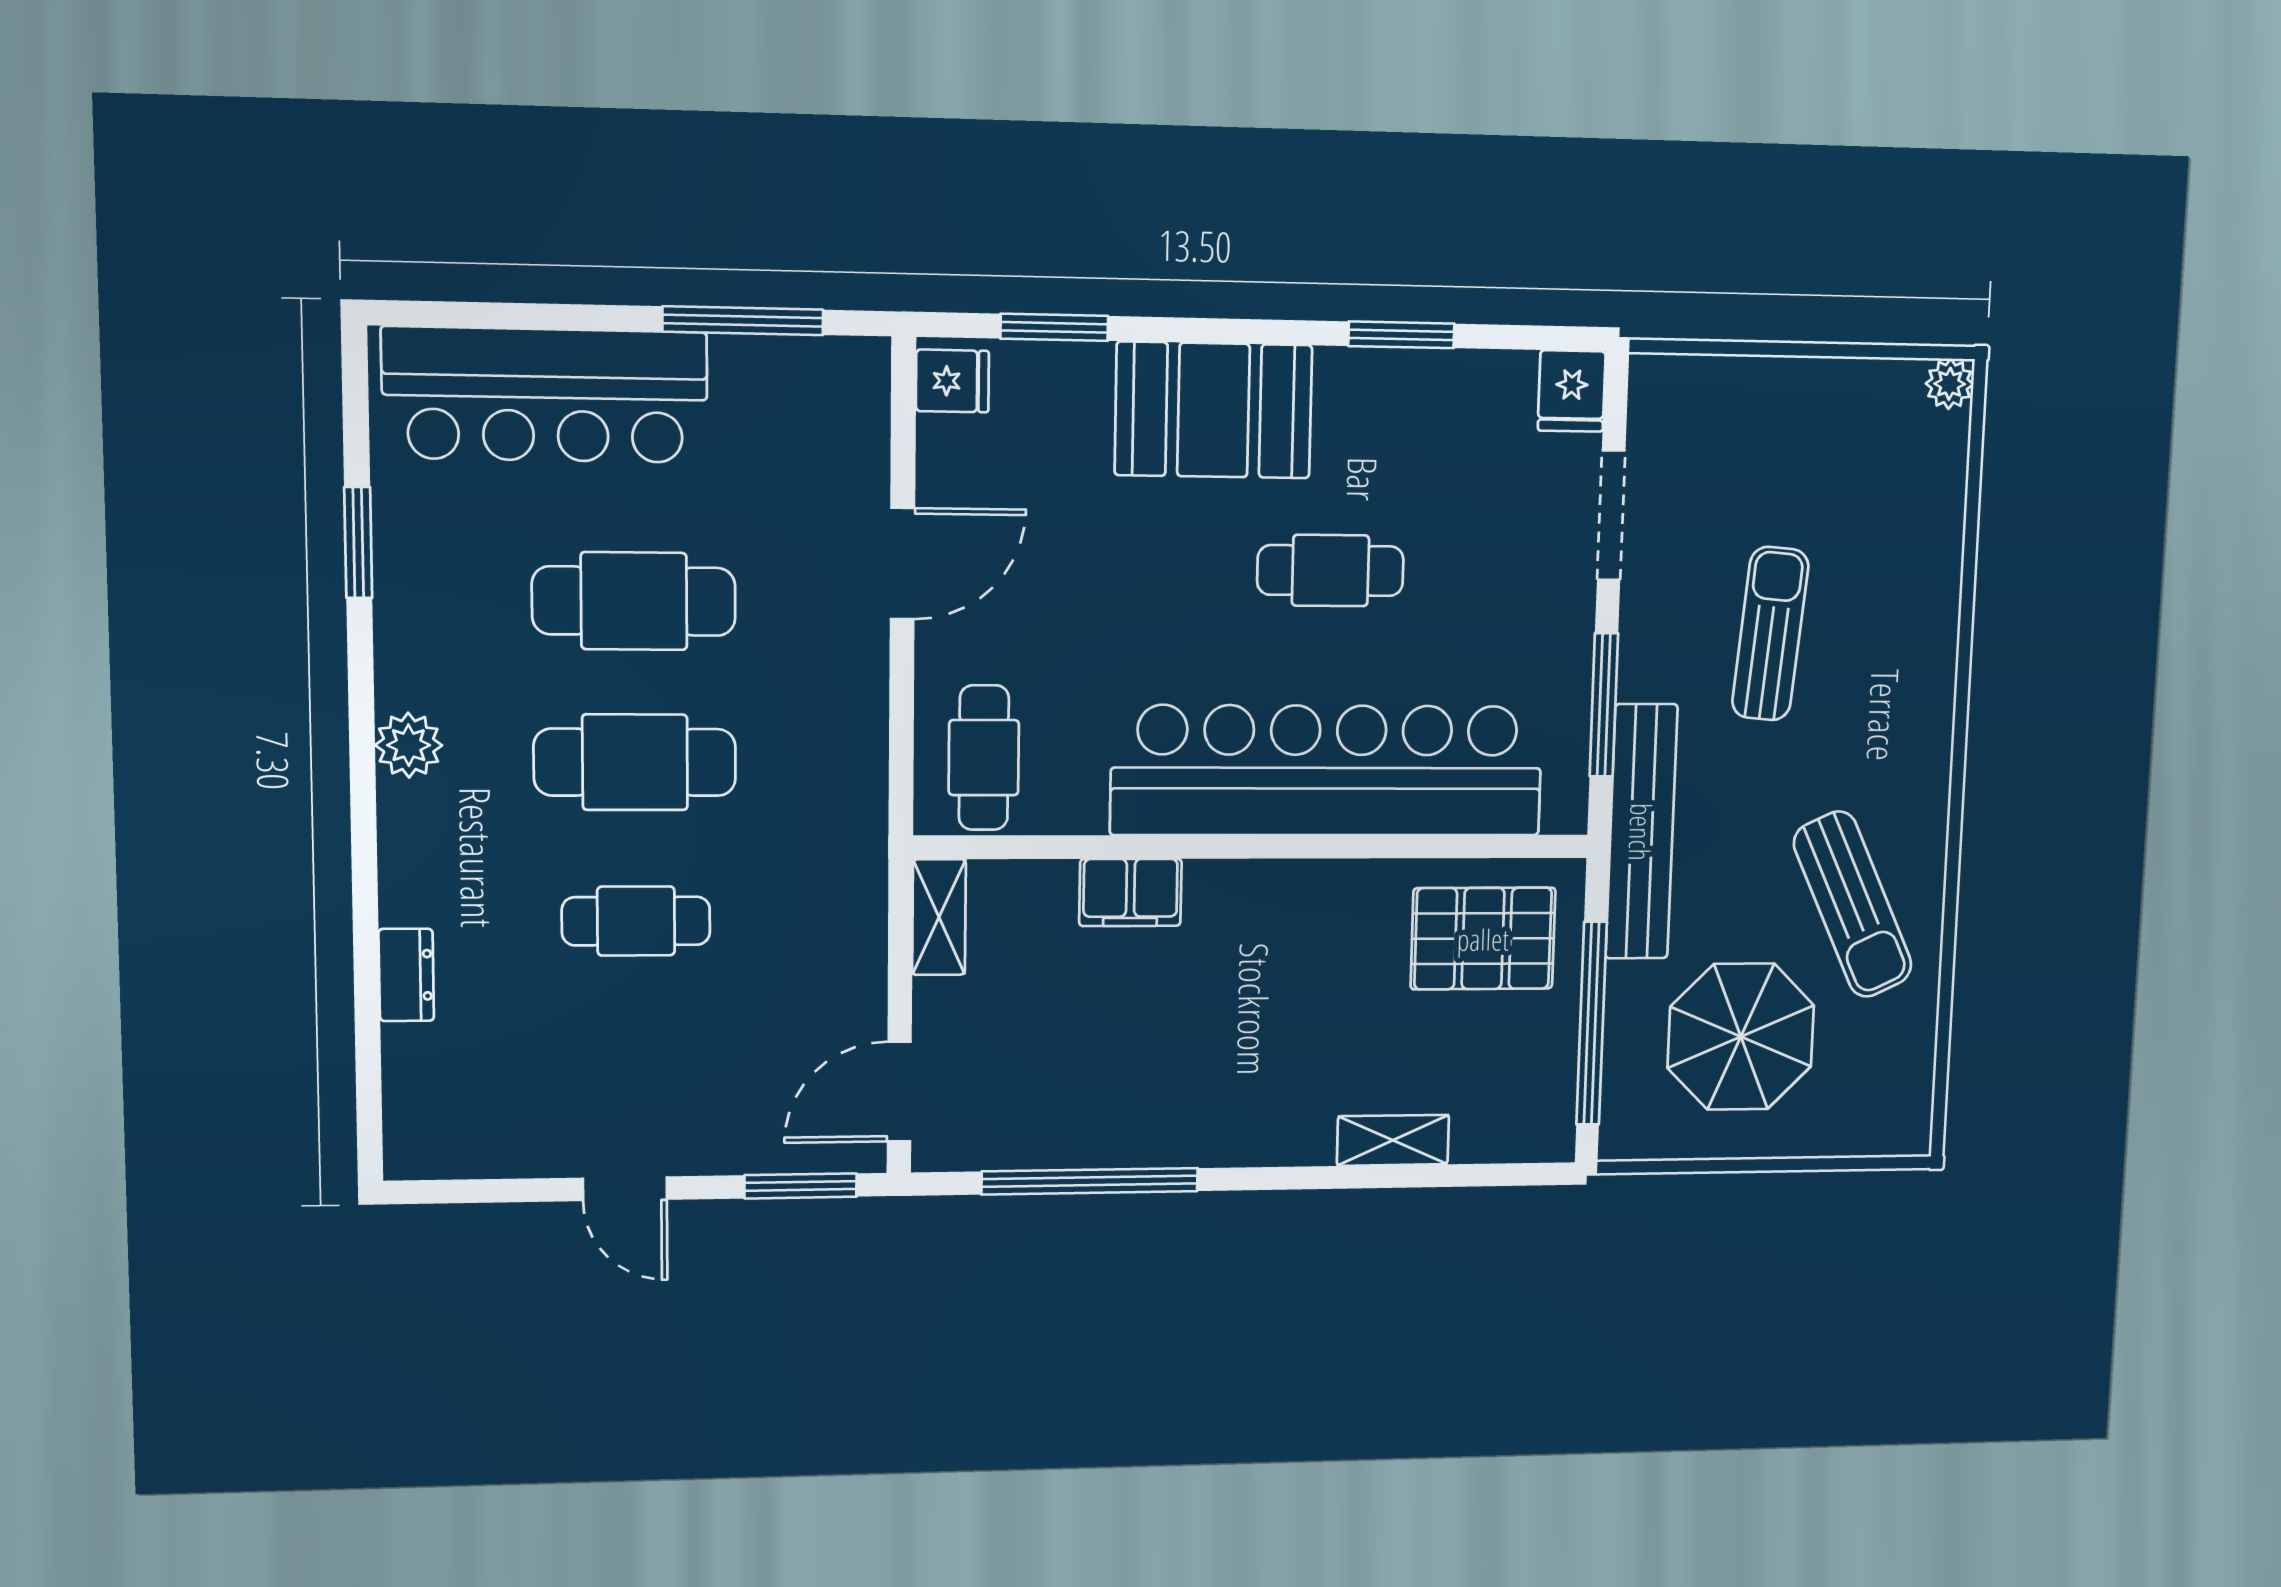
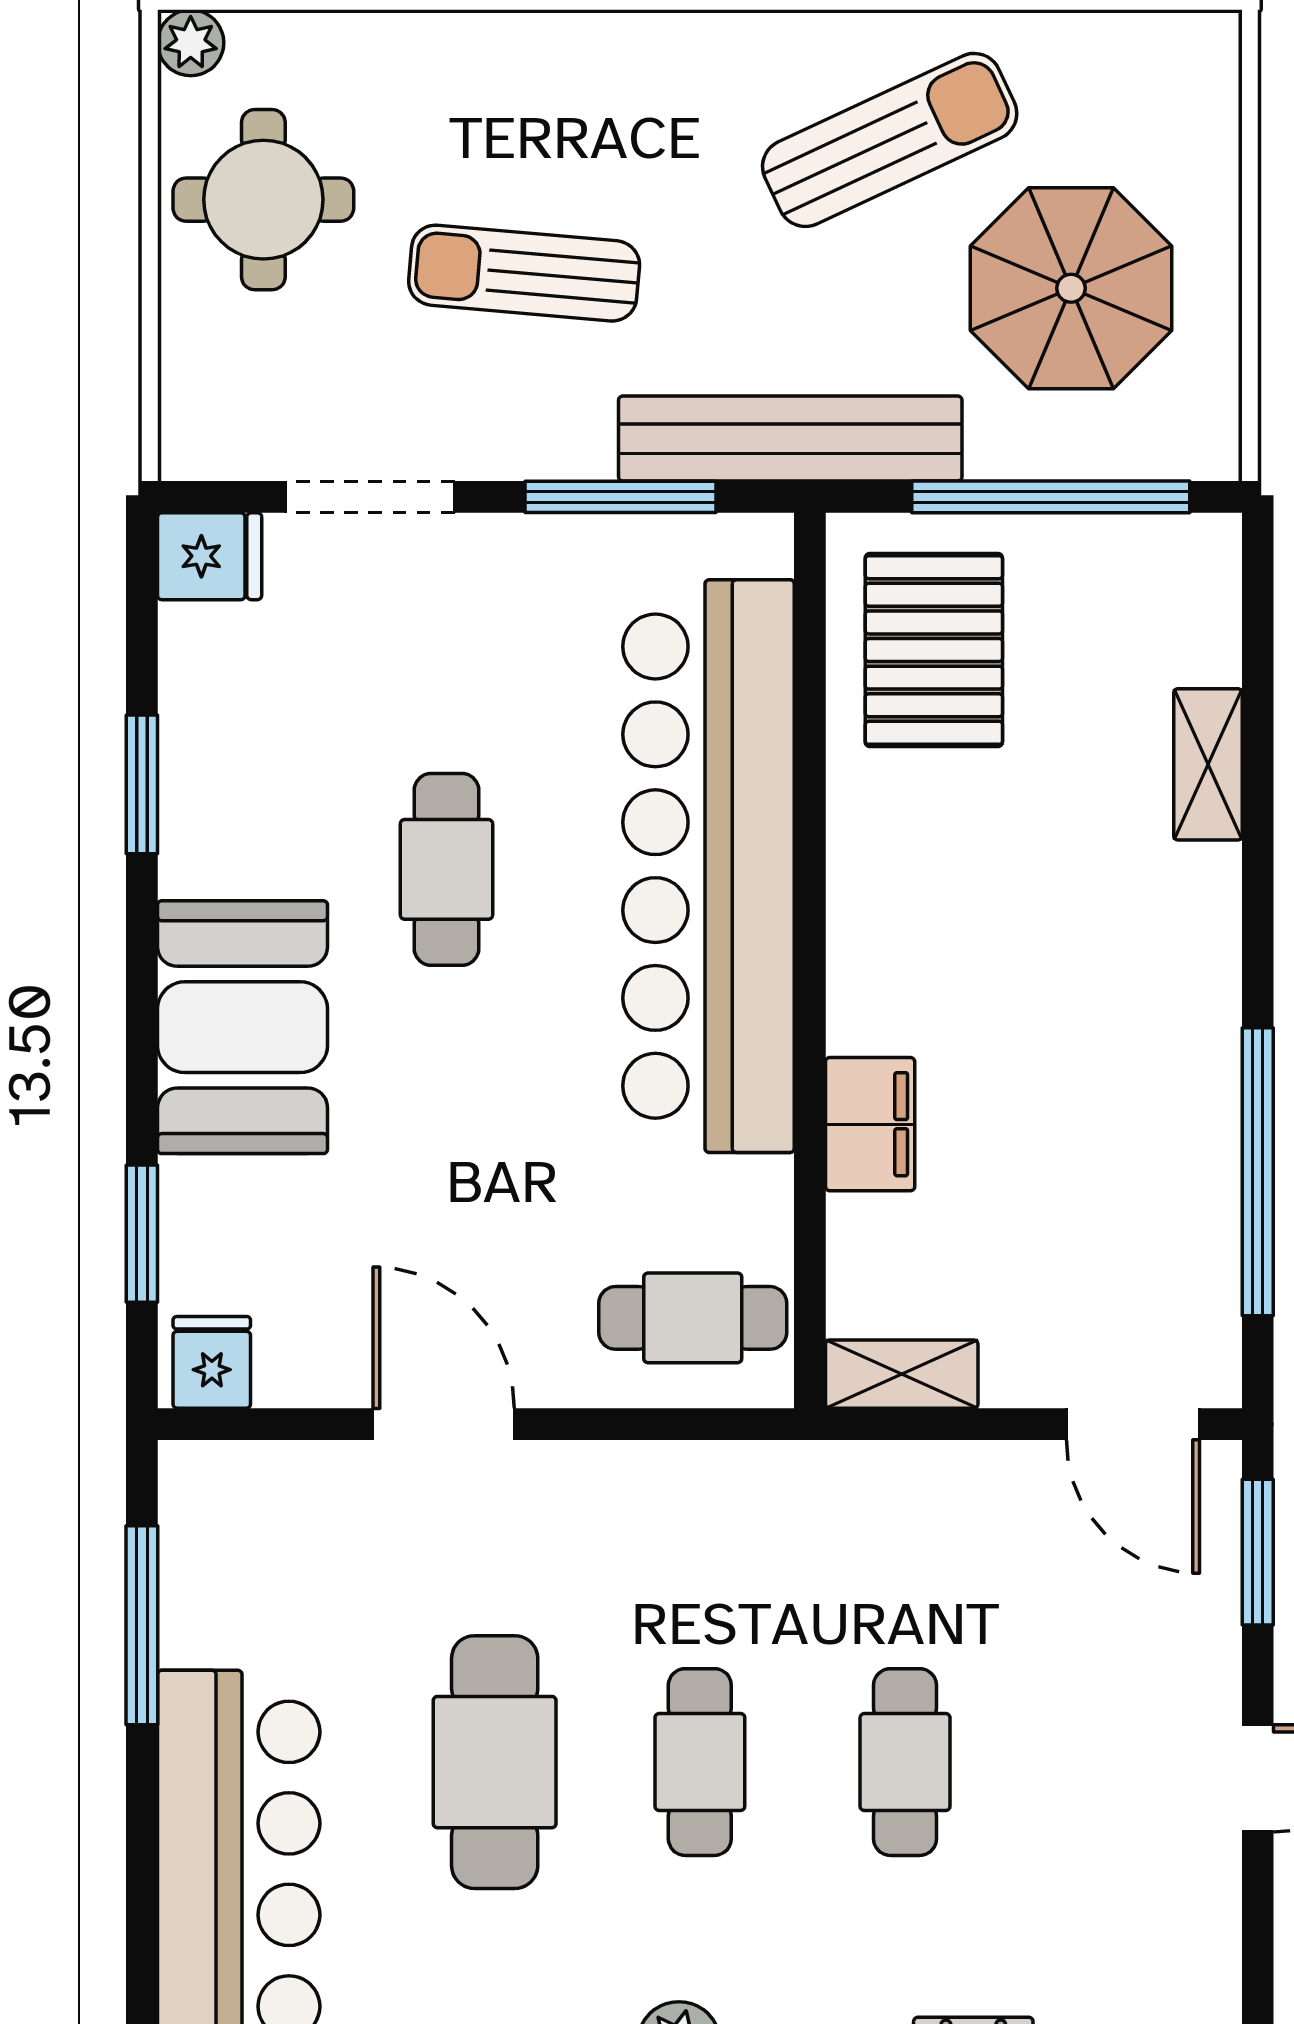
round table: (1833, 437) -> (263, 200), added
cafe table: (635, 762) -> (700, 1762), width x0.73, depth x0.74

